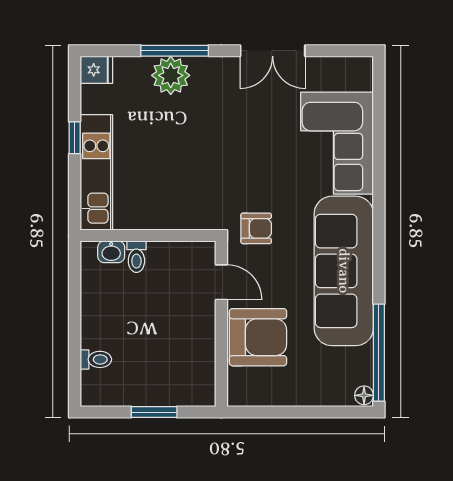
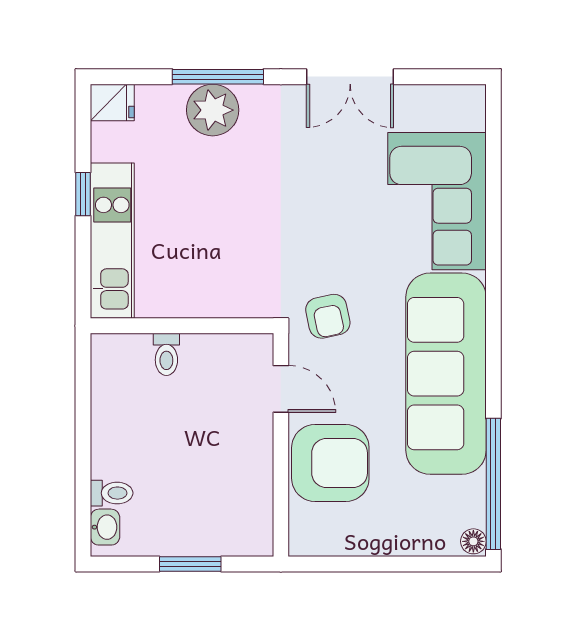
armchair: (256, 228) -> (328, 316), turned 78
washbasin: (111, 252) -> (105, 527), moved, turned -90

